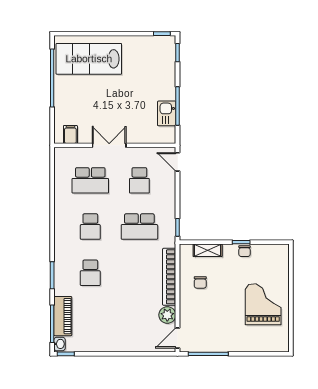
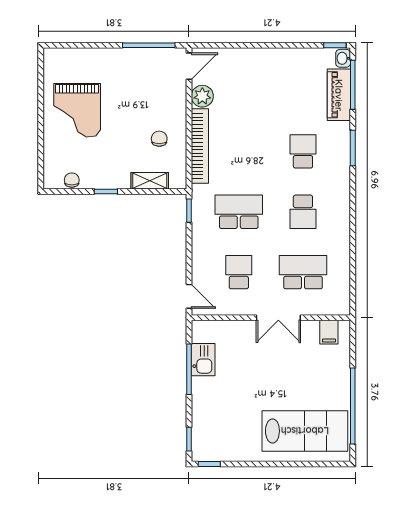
school desk: (90, 227) -> (303, 212), turned 180
chair: (244, 251) -> (72, 180), moved

